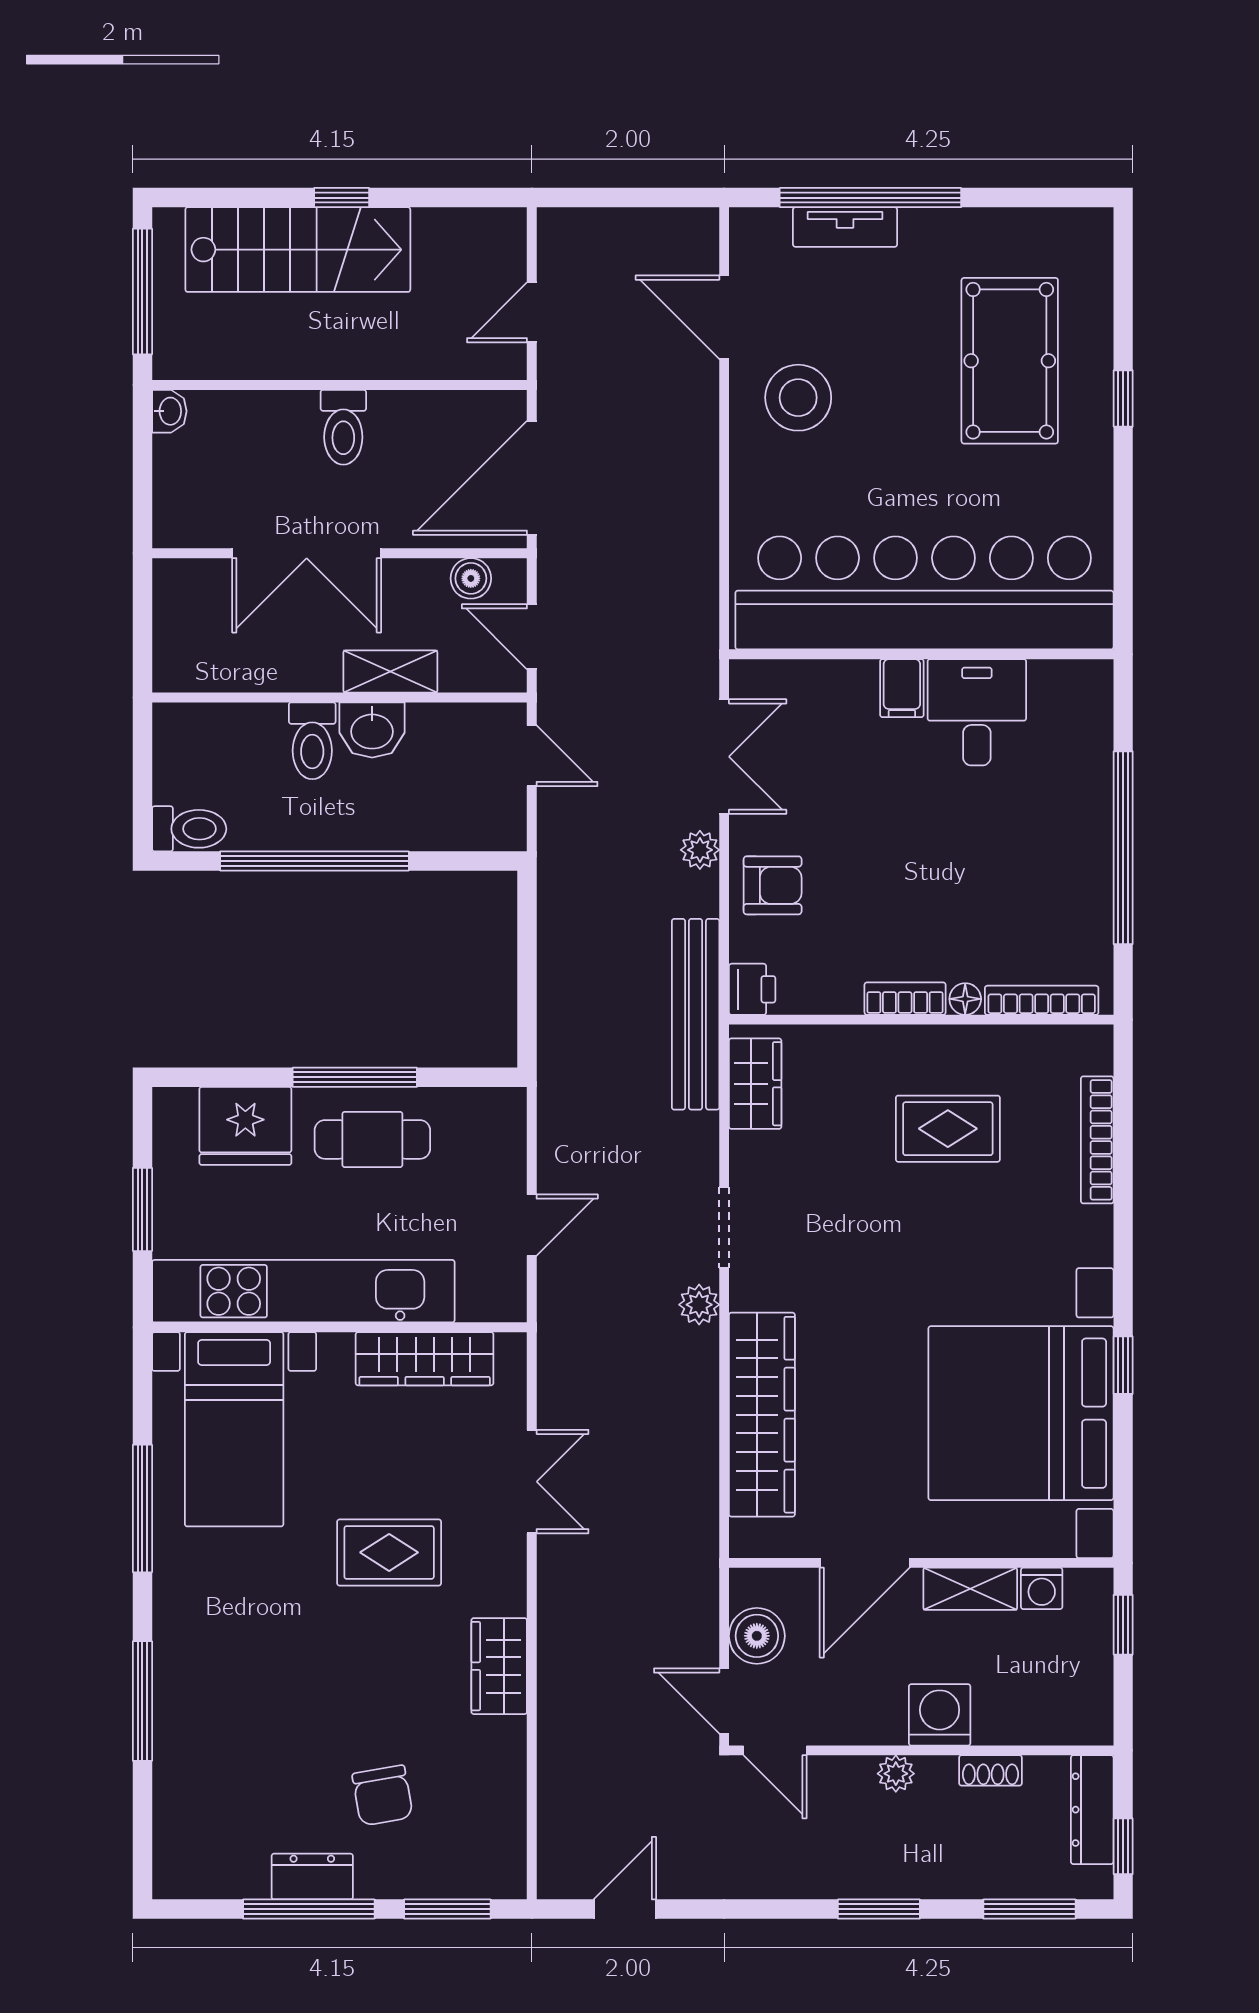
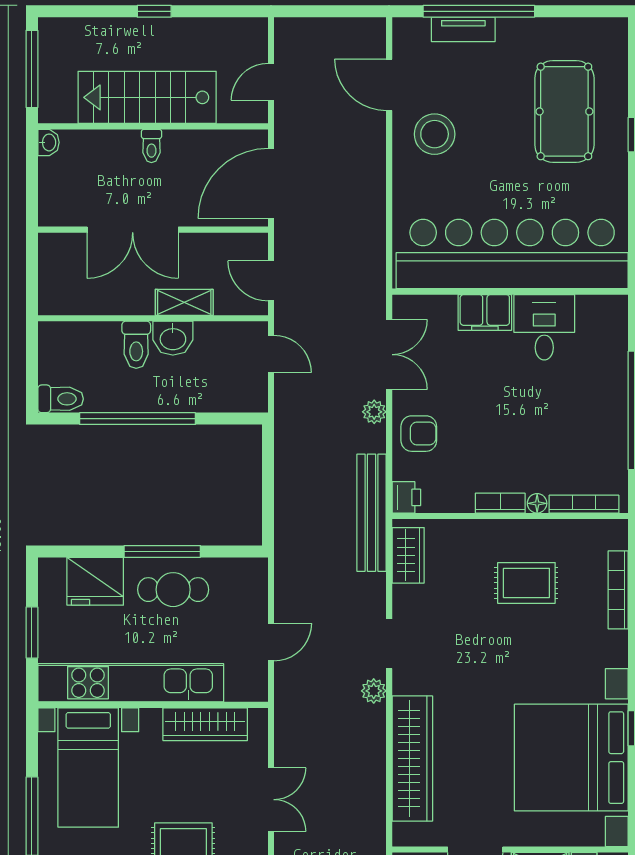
stairs: (298, 250) -> (147, 97), moved, turned 180
toilet: (343, 427) -> (151, 146), width x0.73, depth x0.72
boiler: (471, 578) -> (234, 245), removed
filing cabinet: (902, 688) -> (485, 312), width x2.00

